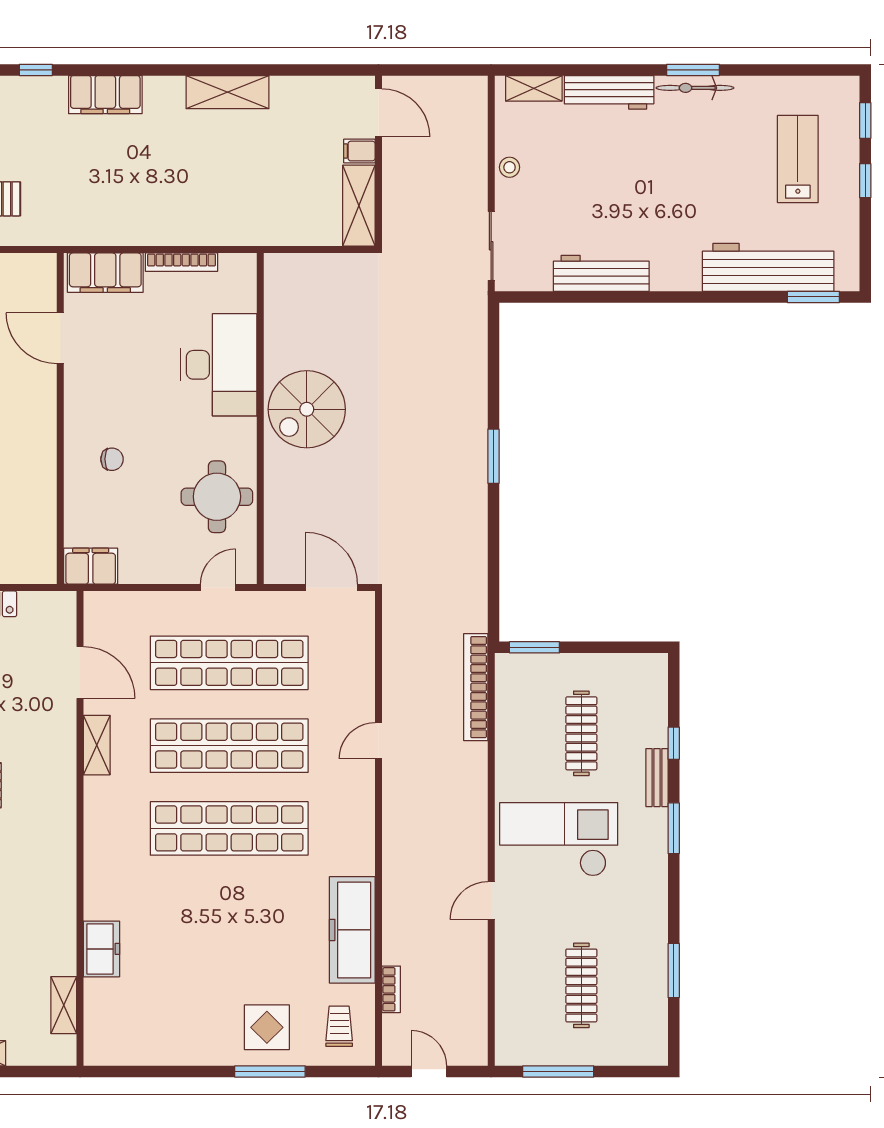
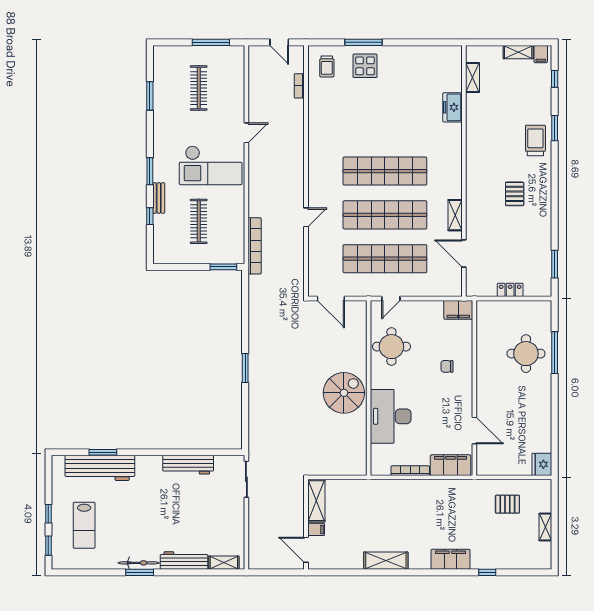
stool: (510, 167) -> (237, 521), removed
window: (813, 297) -> (103, 452), moved
freezer: (352, 930) -> (320, 117), removed

